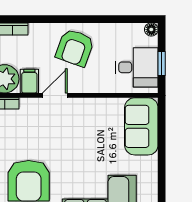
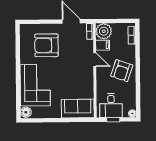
armchair: (75, 48) -> (122, 71), turned -91

